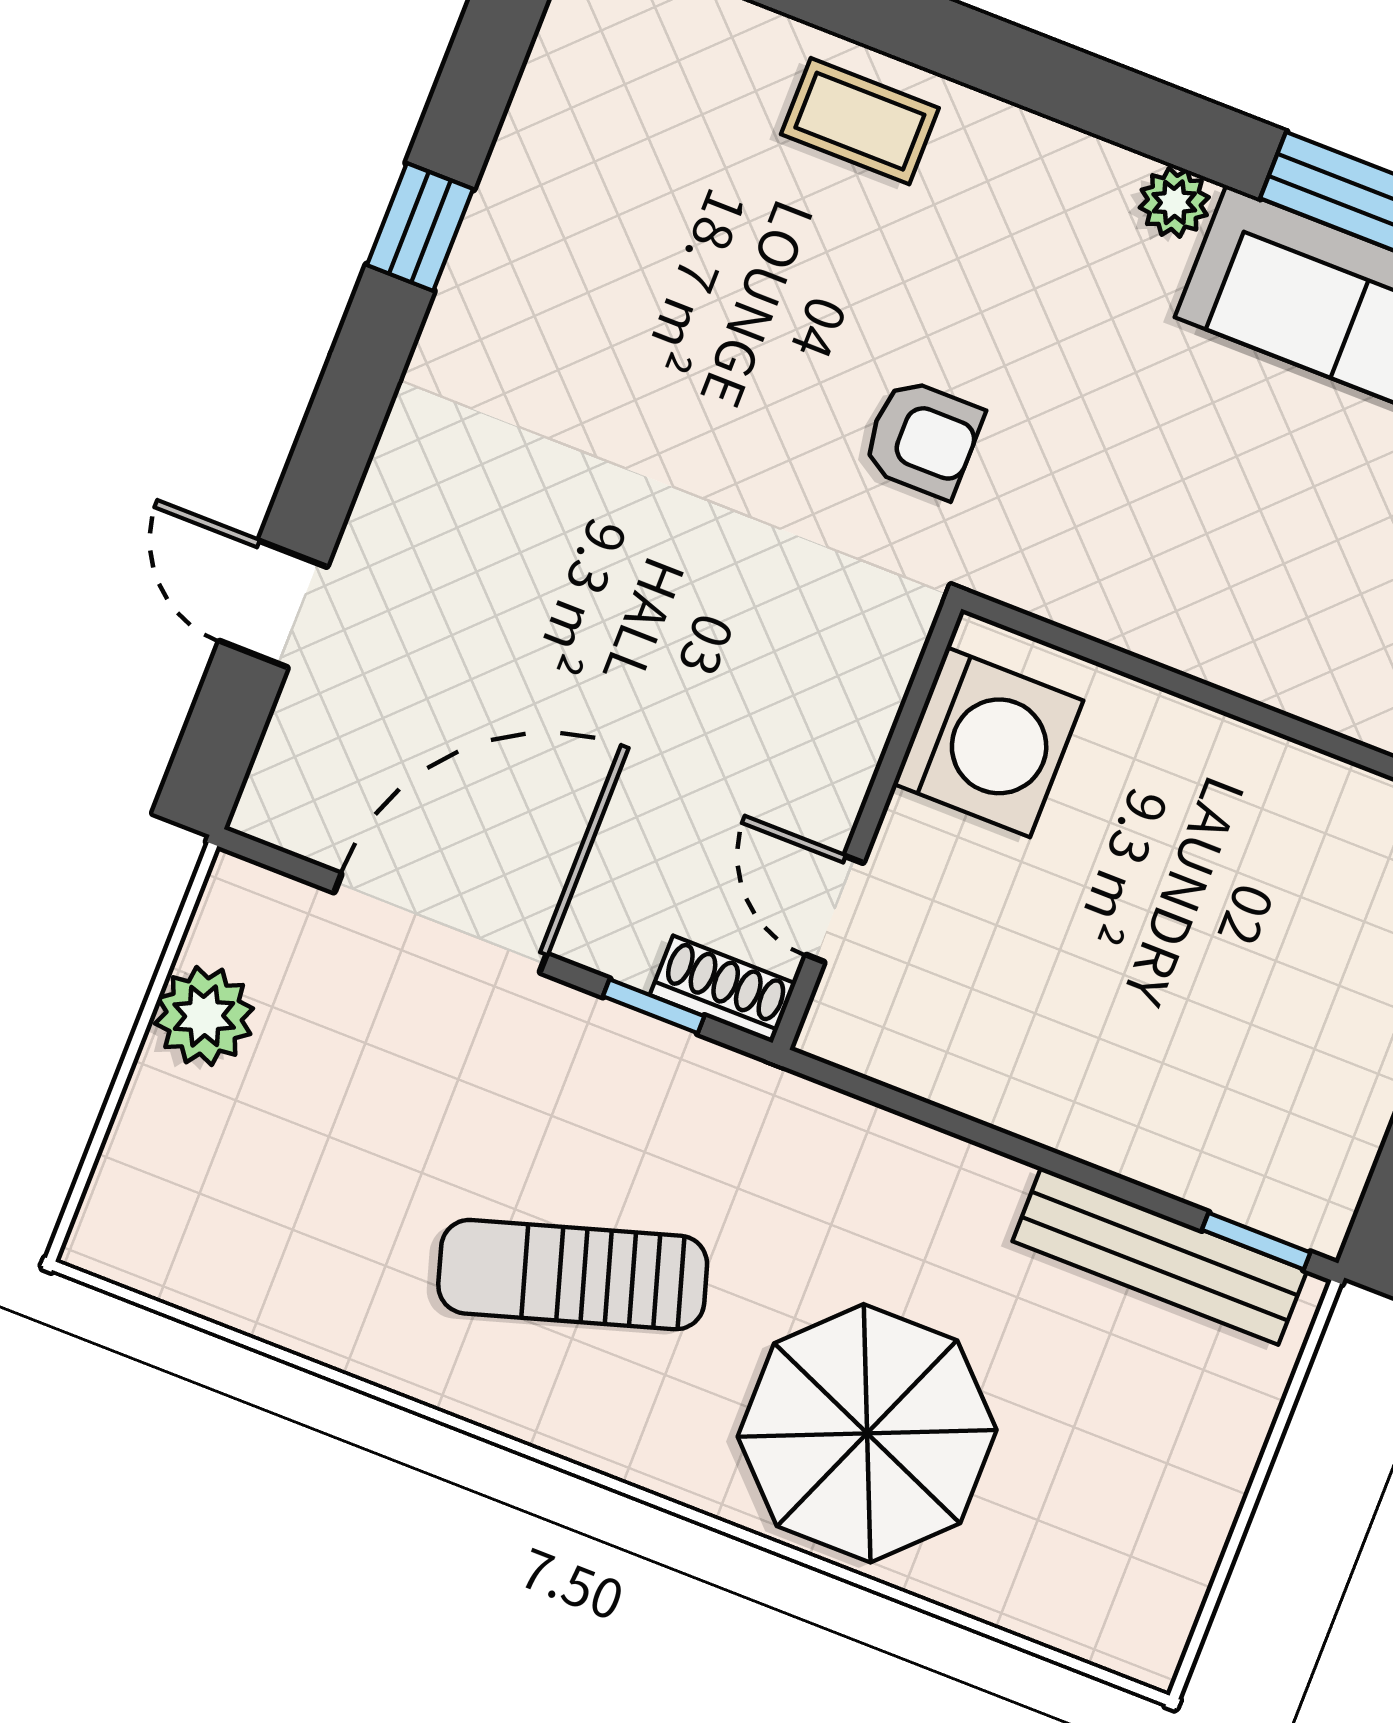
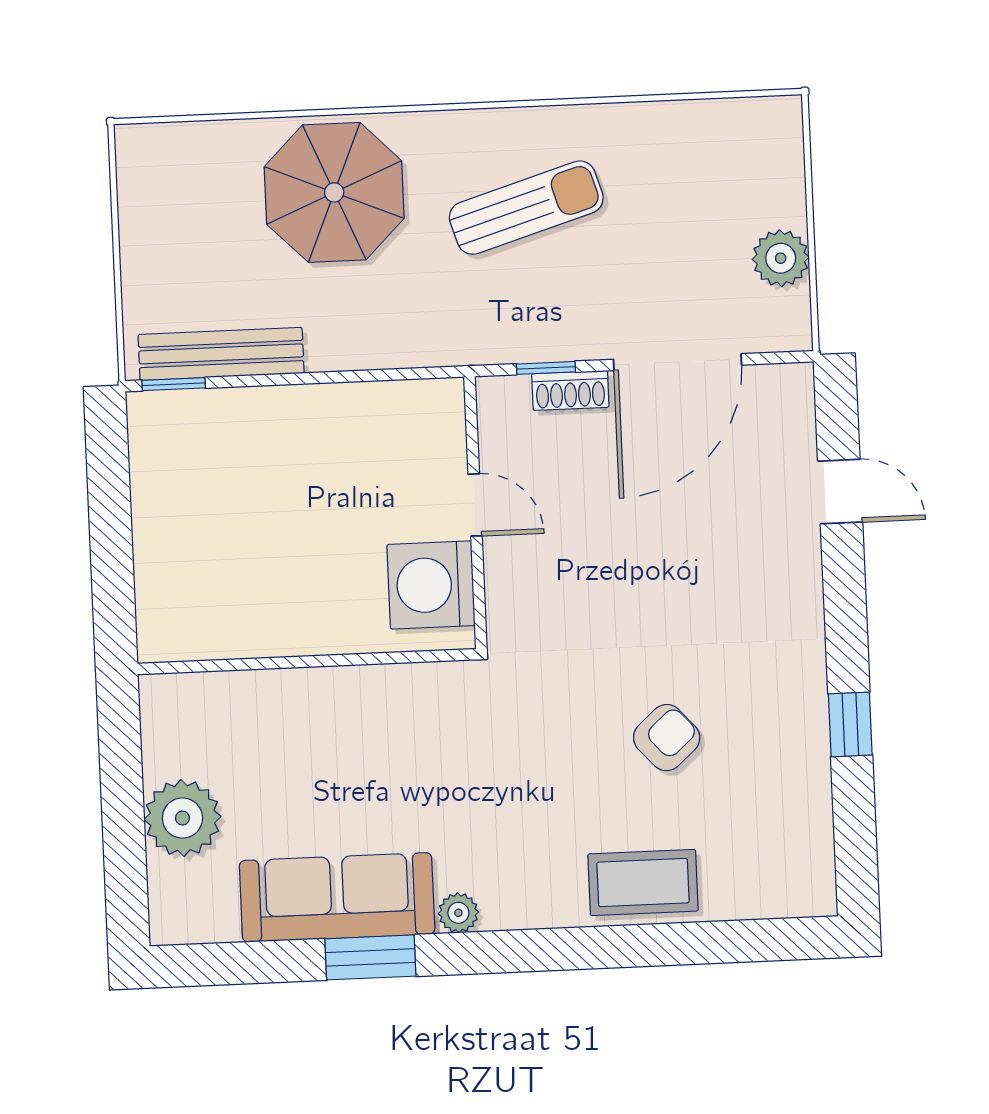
coffee table: (860, 121) -> (643, 883), width x1.36, depth x1.30
armchair: (923, 438) -> (667, 738), moved, turned 138
door: (835, 909) -> (475, 505), moved
shoe rack: (723, 989) -> (570, 390), moved

